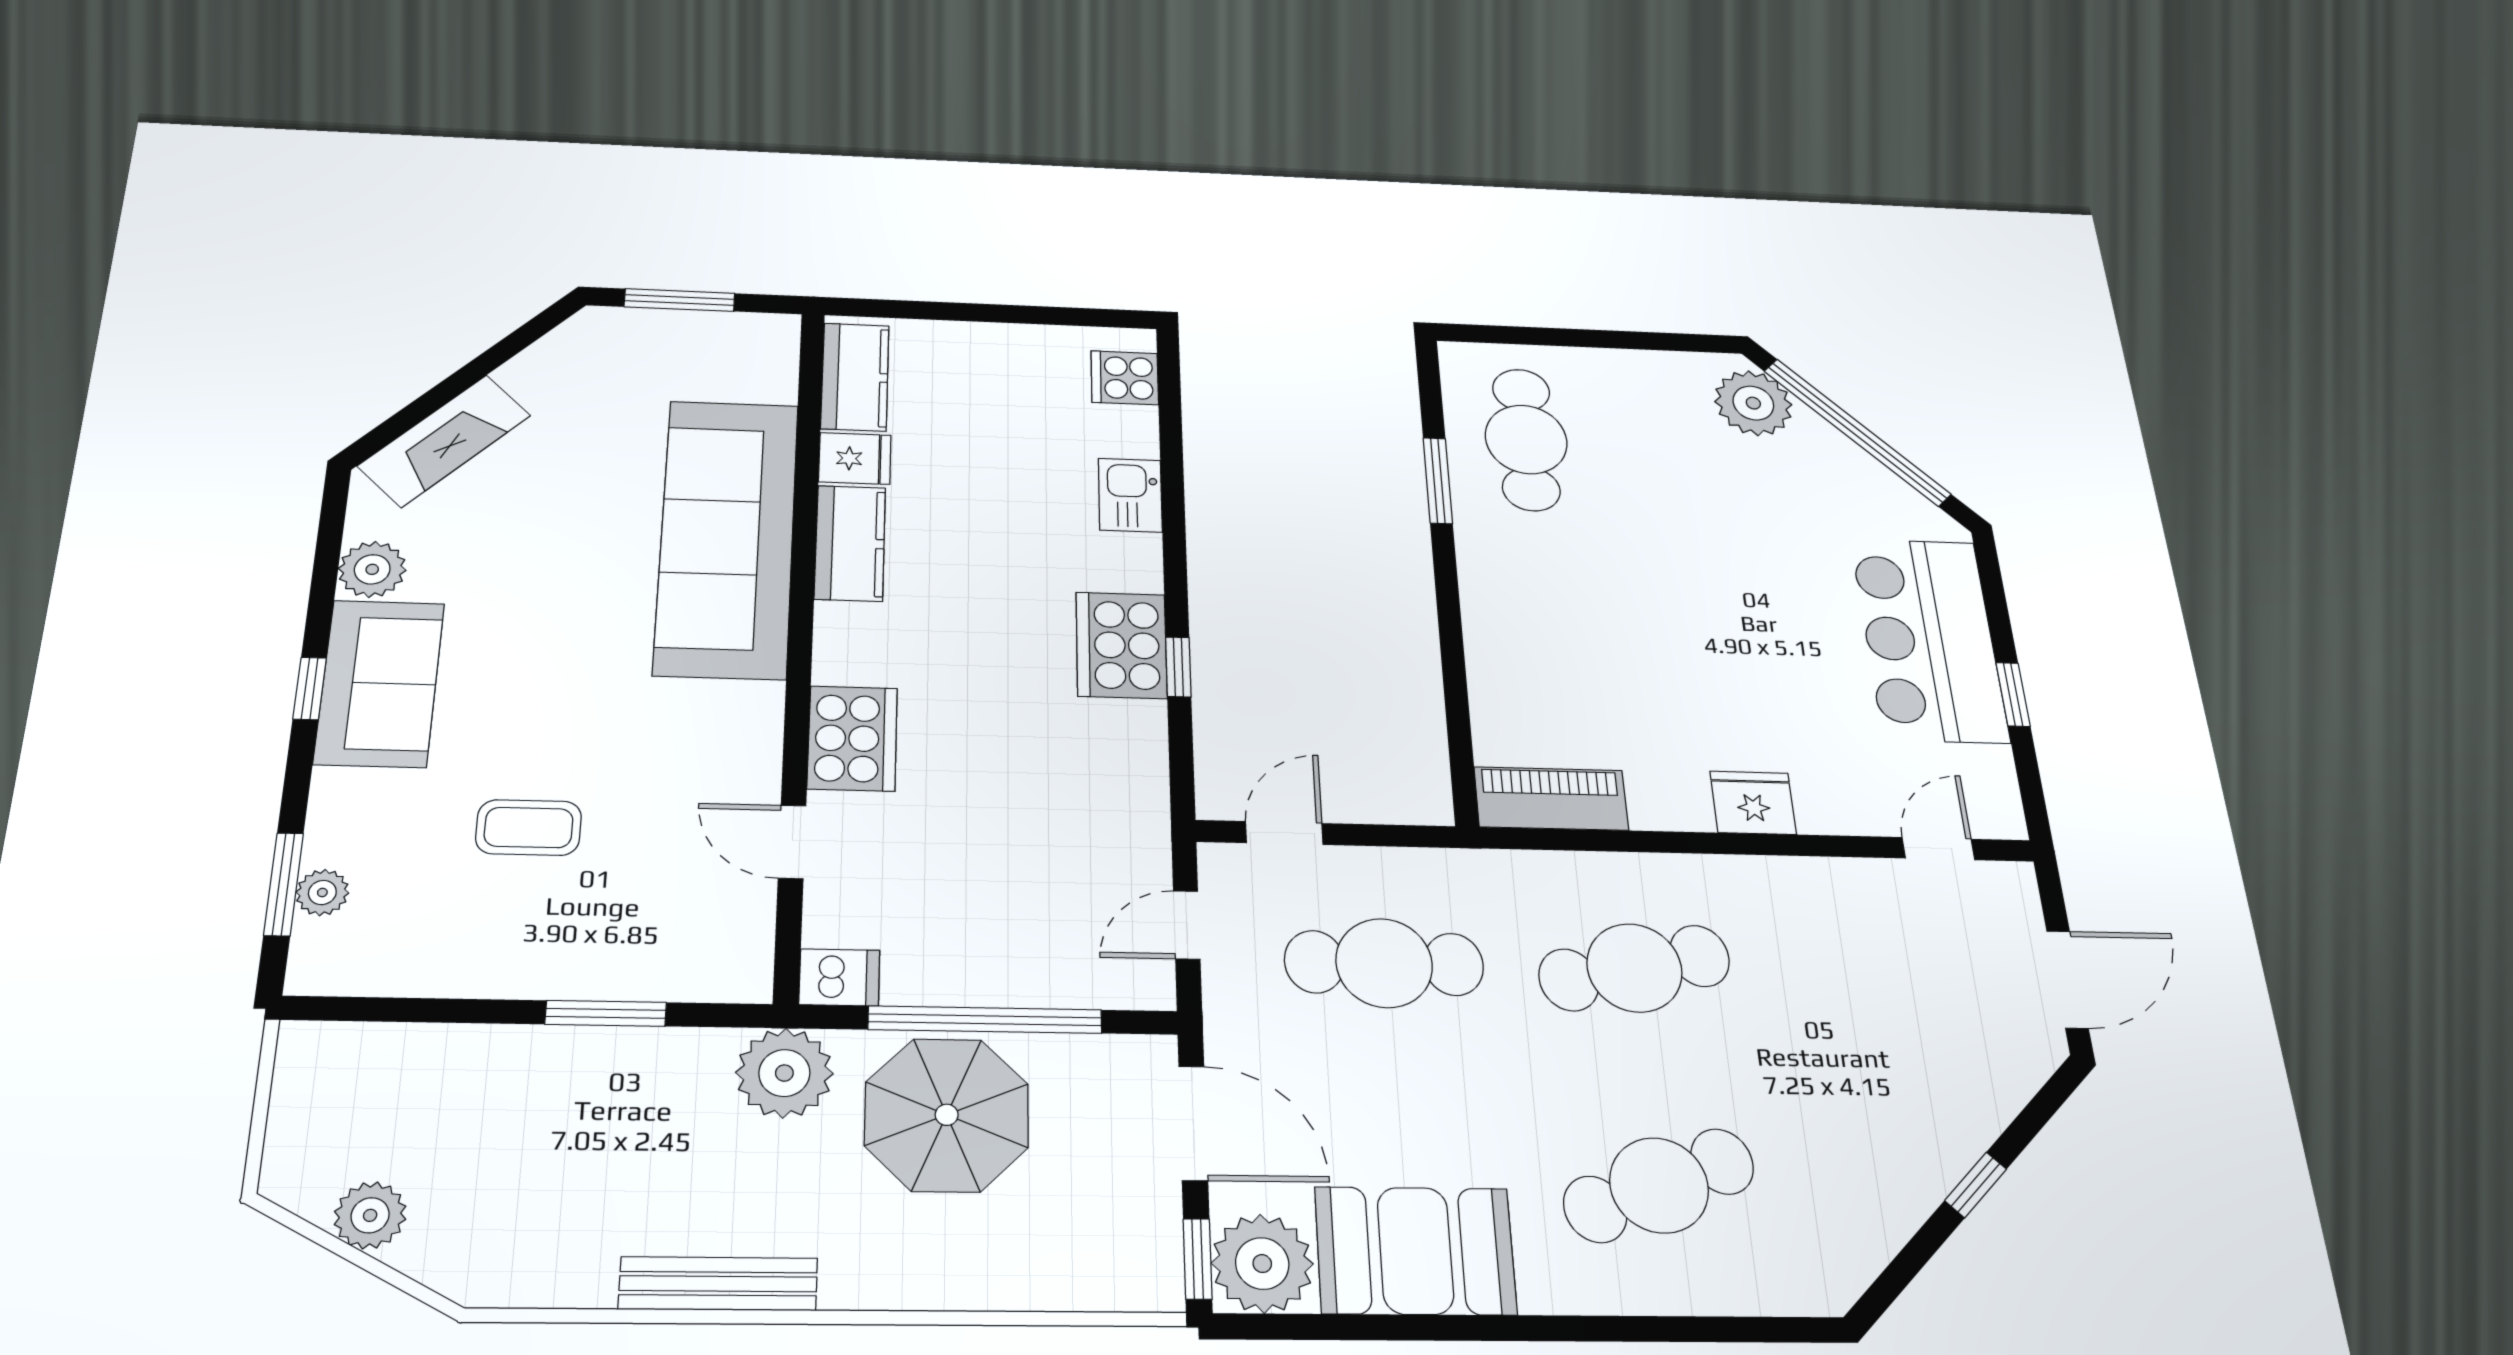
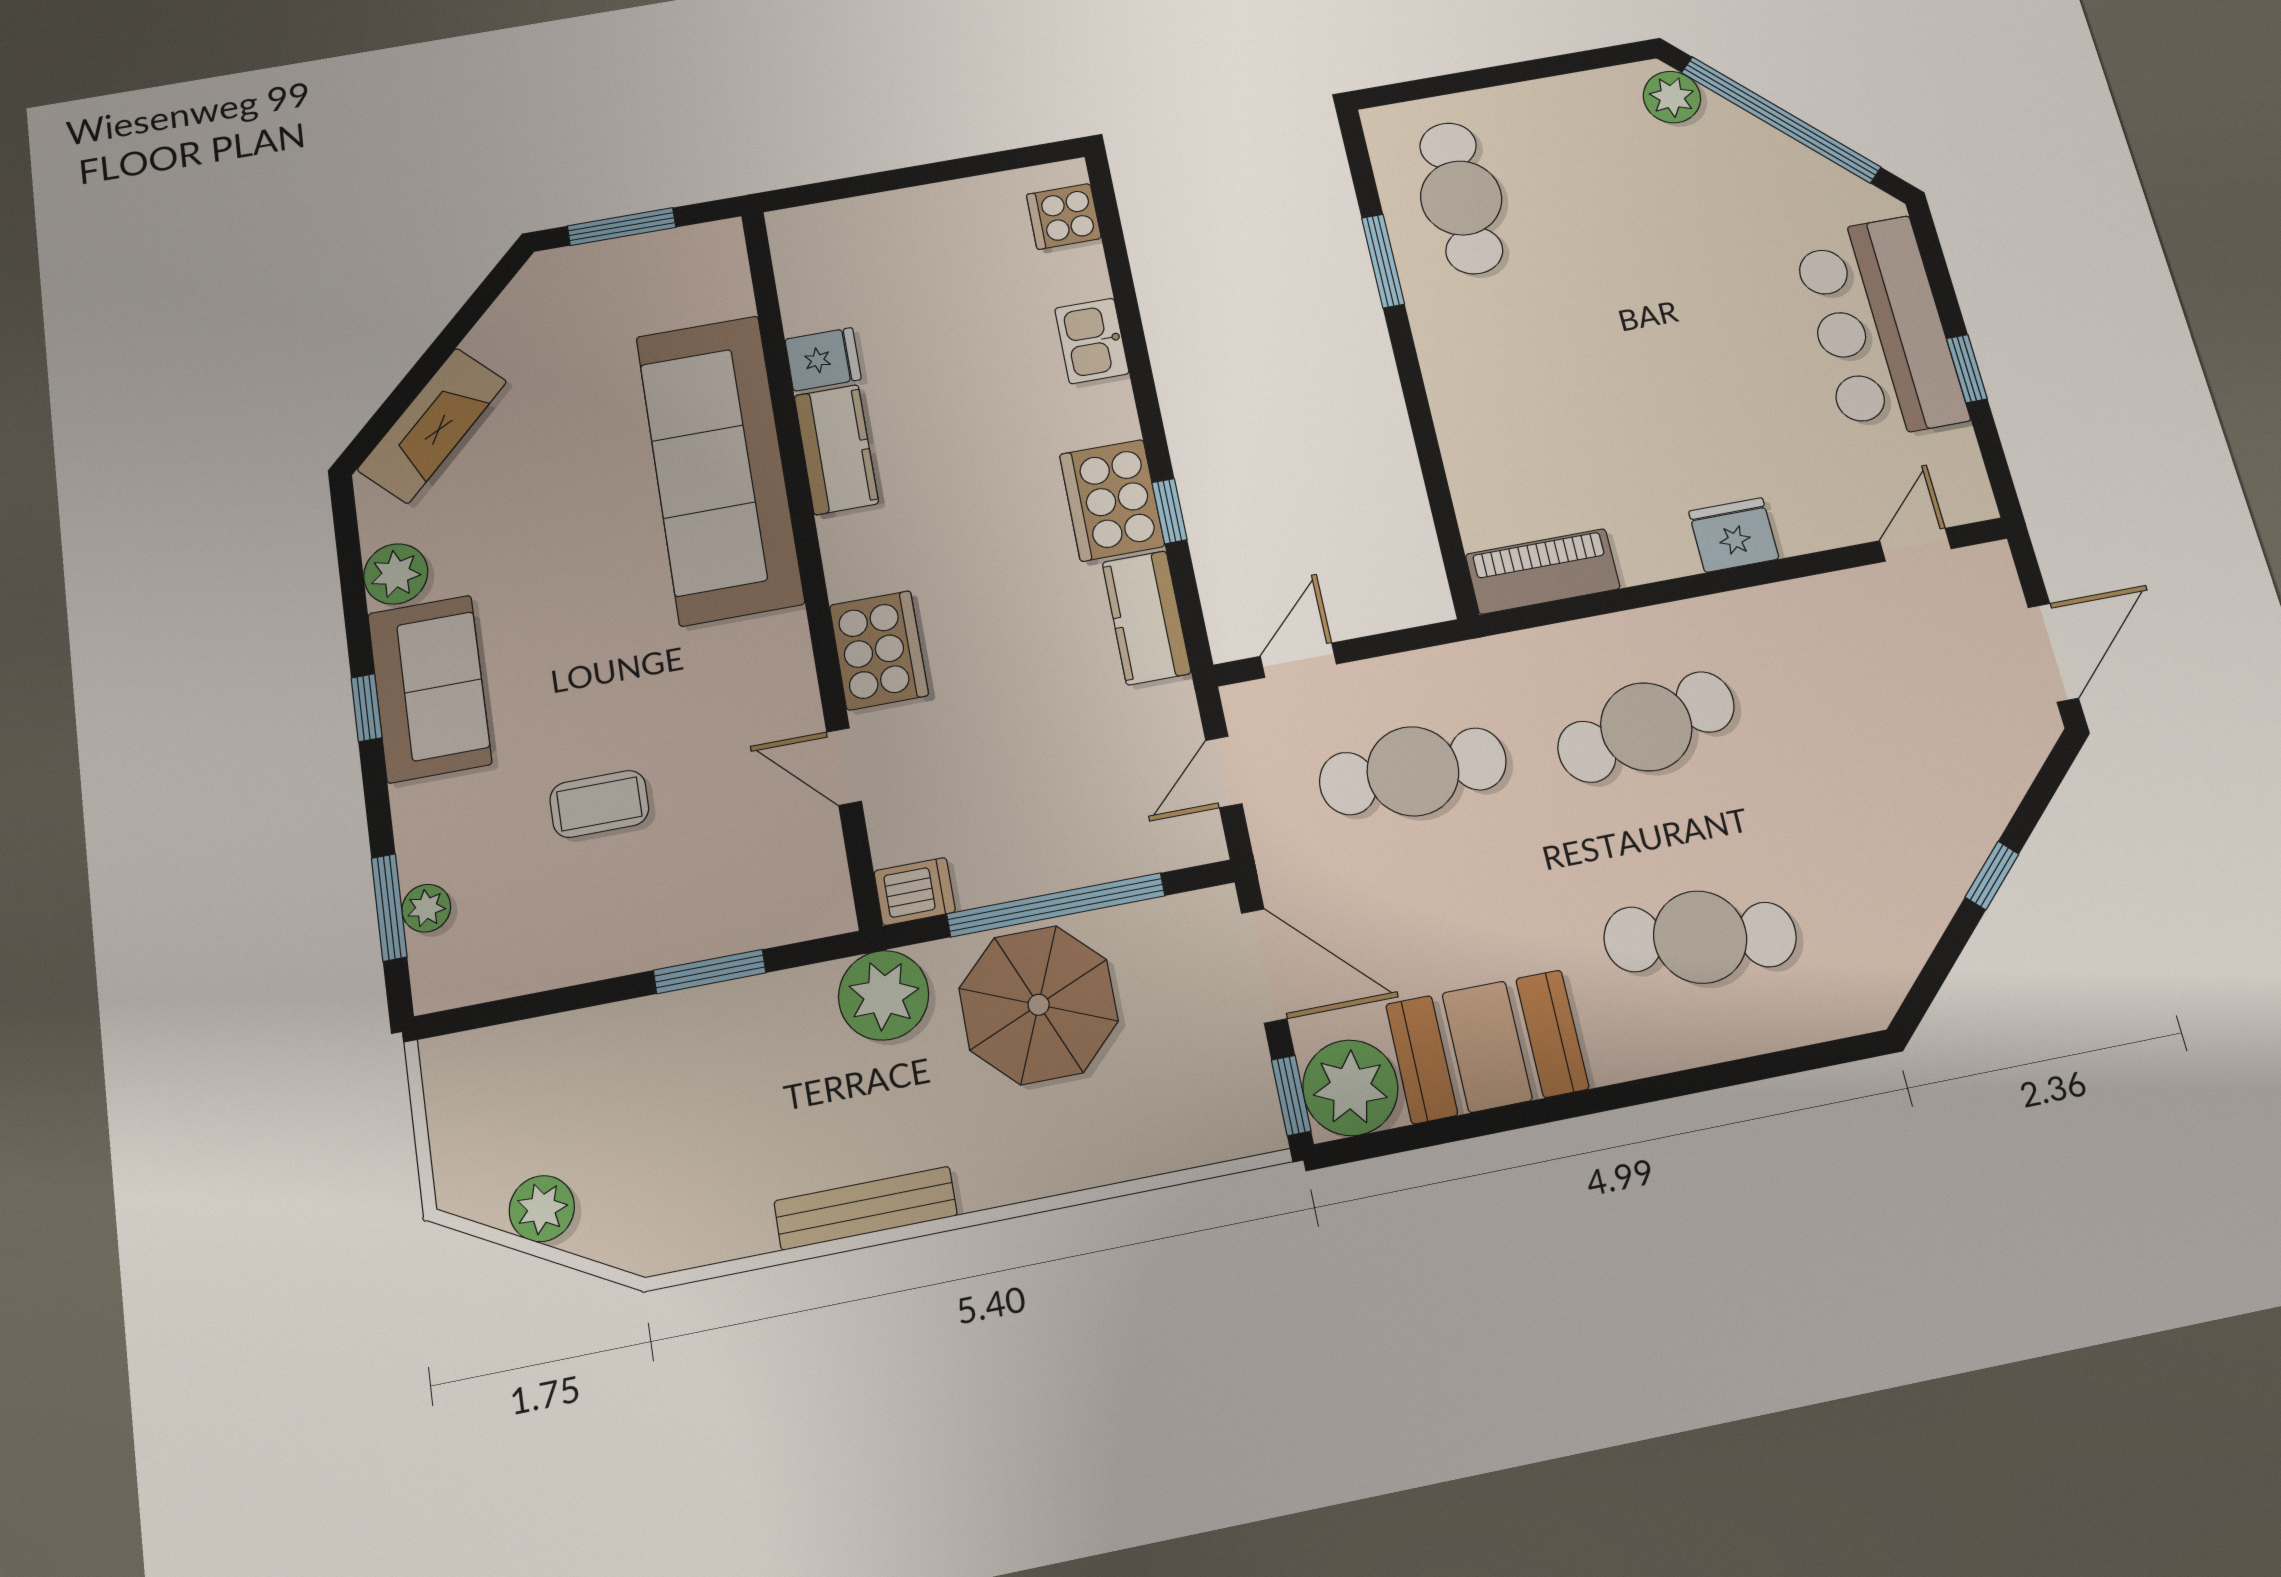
kitchen counter: (855, 377) -> (1146, 618), moved, turned 180
plant: (1753, 403) -> (1672, 97), width x0.73, depth x0.73
cafe table: (1659, 1185) -> (1700, 937), turned 30

